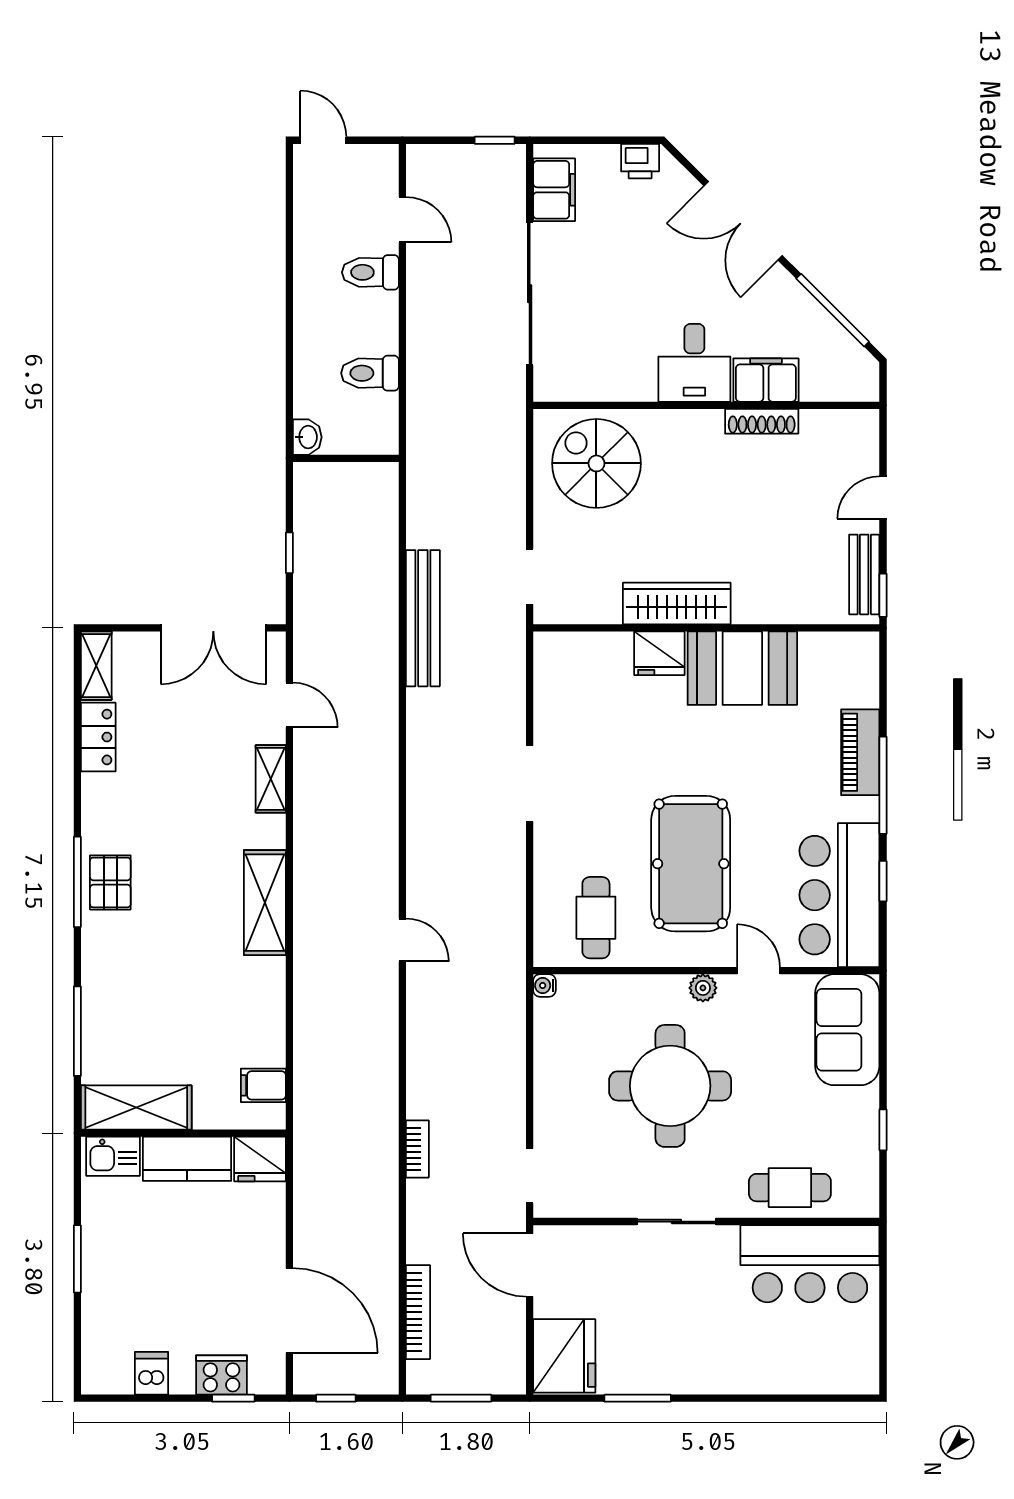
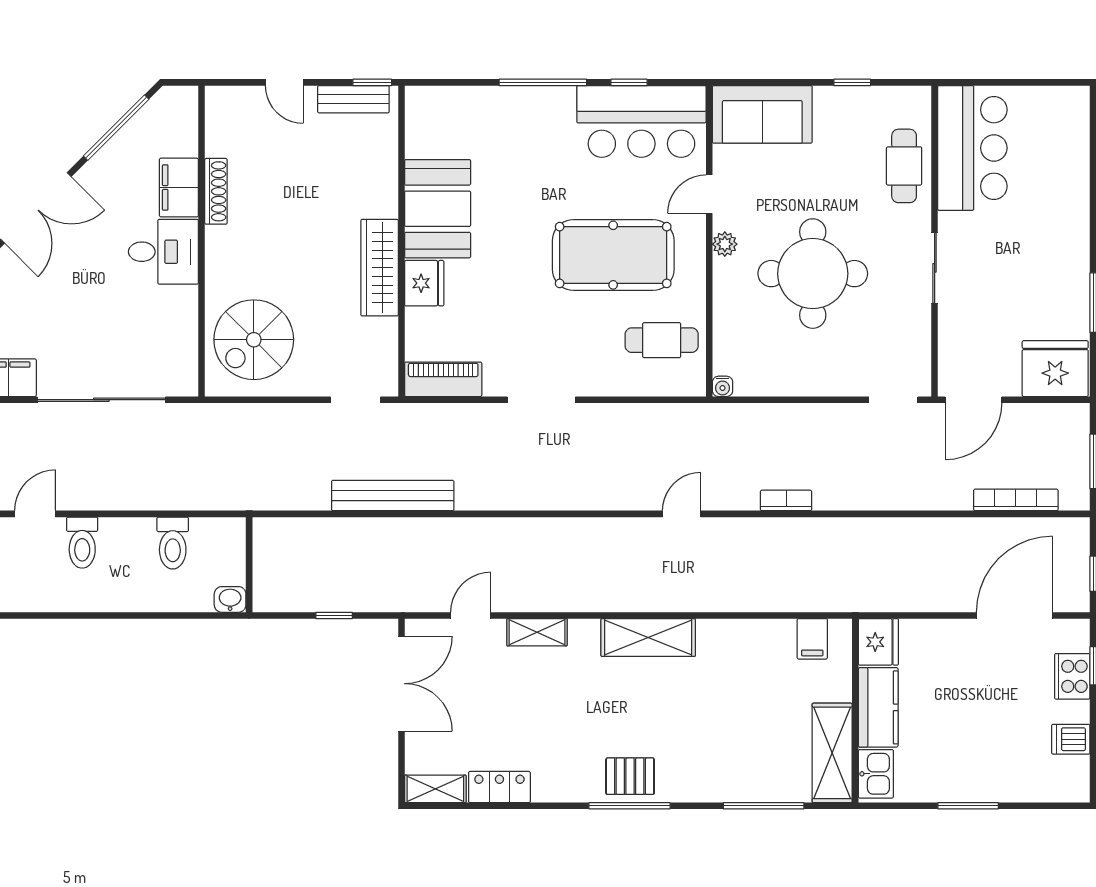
piano: (860, 752) -> (443, 379), moved, turned 180
bookcase: (417, 1149) -> (786, 500), moved

